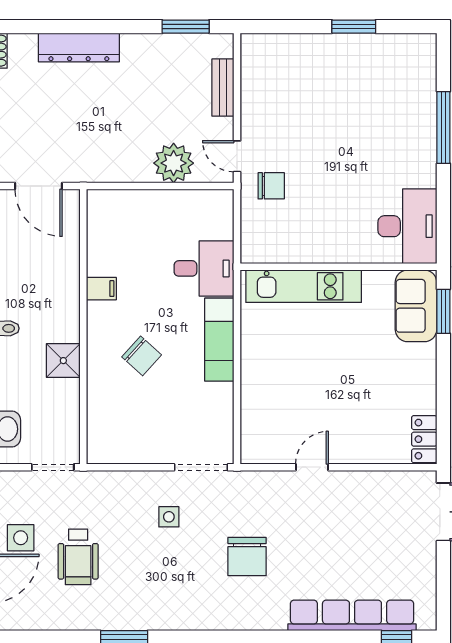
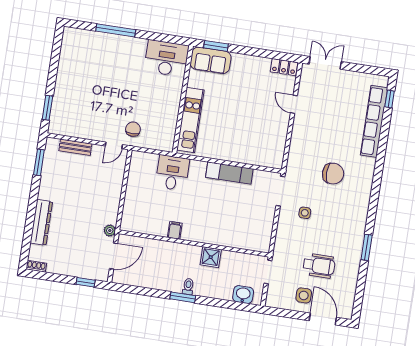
window: (354, 27) -> (47, 108), moved
plant: (174, 163) -> (110, 231), moved, width x0.53, depth x0.53
exam couch: (219, 340) -> (229, 173), moved
chair: (142, 356) -> (215, 214), removed
door: (312, 467) -> (294, 104), moved

